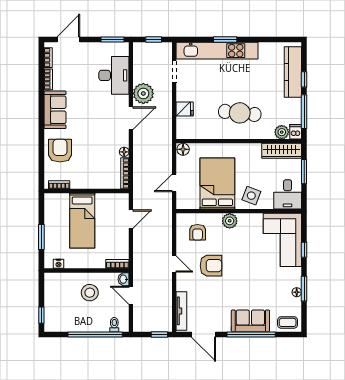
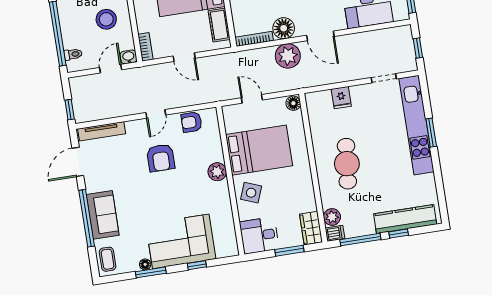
plant: (143, 93) -> (288, 56), moved
wardrobe: (282, 151) -> (311, 228), width x0.67
floor lamp: (124, 152) -> (284, 28), width x1.89, depth x1.89
cot: (109, 200) -> (219, 25), added
door: (131, 219) -> (184, 57), moved
armchair: (198, 232) -> (192, 122), moved
corner sofa: (282, 240) -> (181, 241), moved

